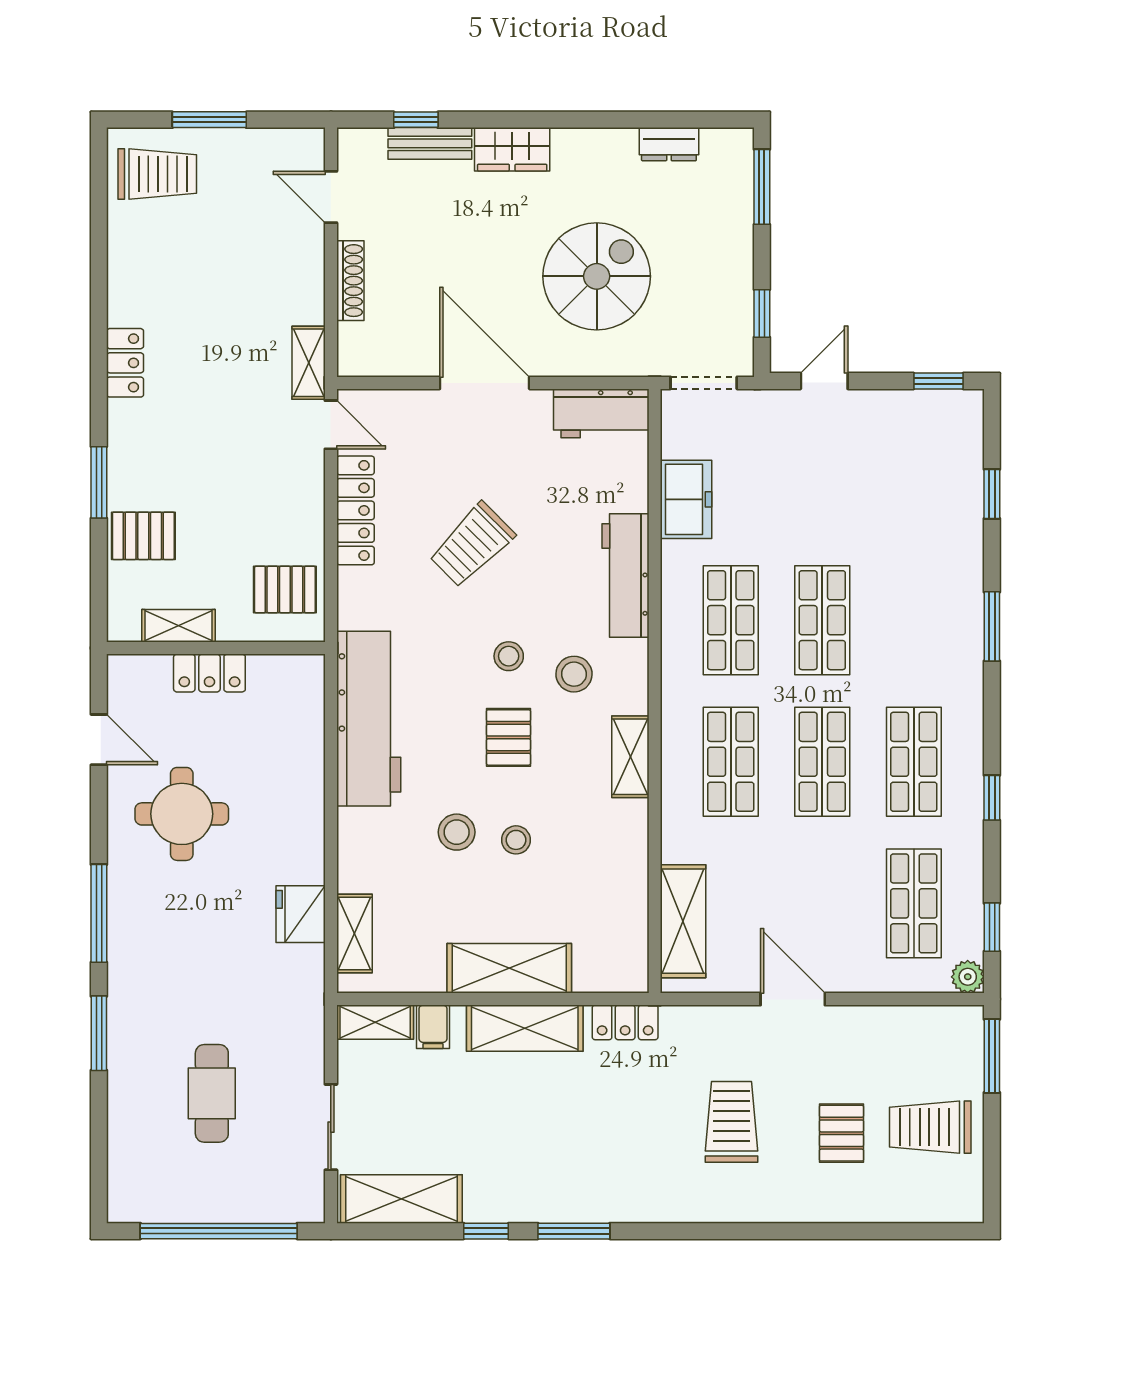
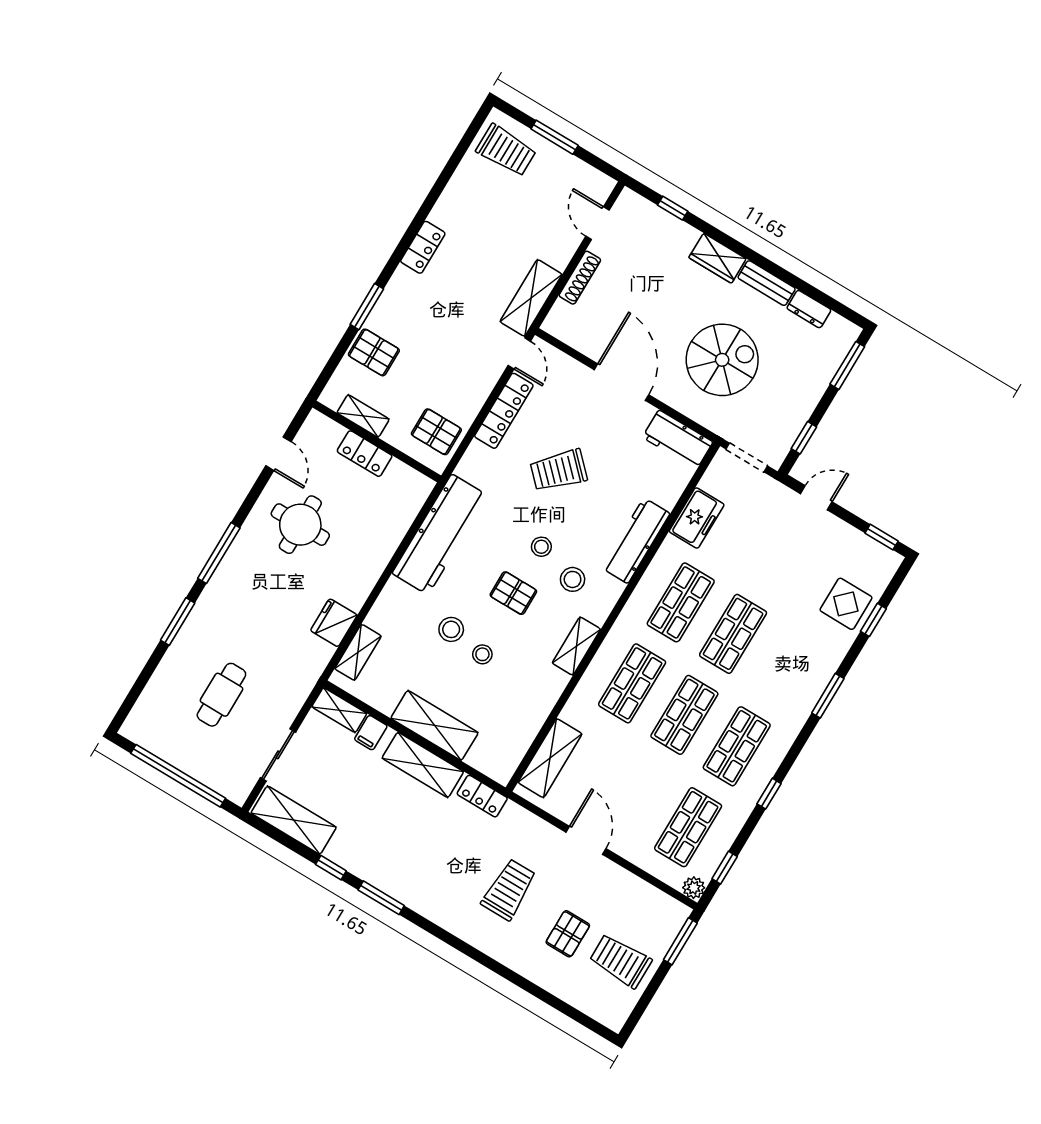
bench: (430, 143) -> (767, 283), moved
shelving: (309, 363) -> (531, 298), width x1.50, depth x1.33
display table: (944, 494) -> (846, 604), added
pallet: (508, 737) -> (513, 593), turned 90

